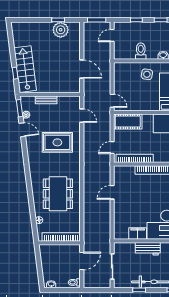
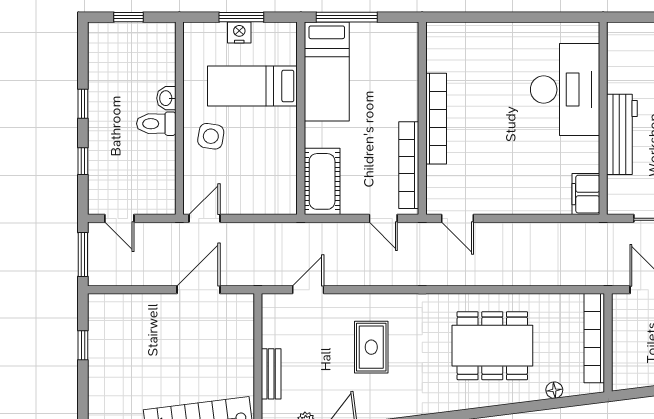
plant: (61, 30) -> (106, 340), removed
toilet: (141, 51) -> (156, 124), moved
door: (112, 101) -> (204, 218), moved
rug: (57, 142) -> (371, 347), width x0.73, depth x0.70
door: (112, 192) -> (457, 218), moved
filing cabinet: (138, 233) -> (586, 194), moved
workbench: (148, 249) -> (622, 134), width x1.38

